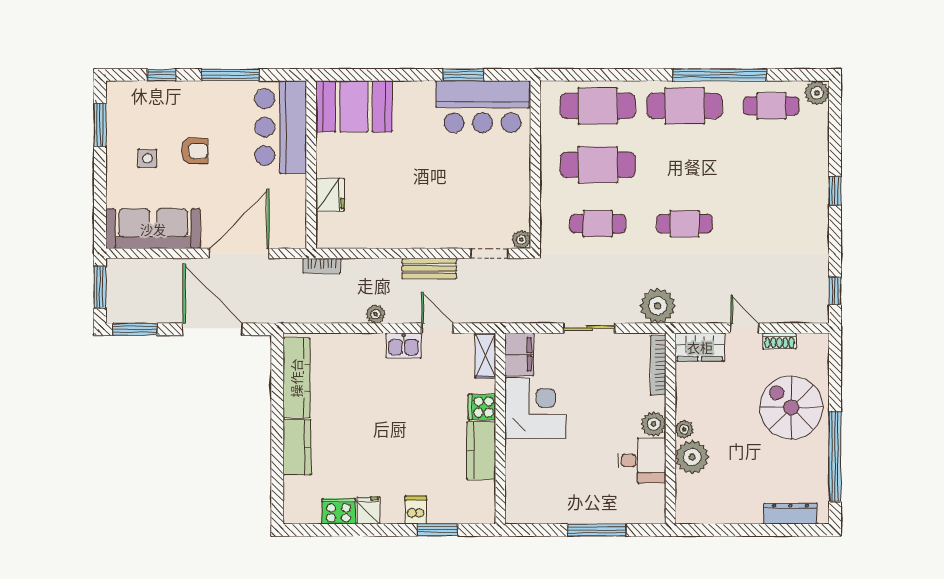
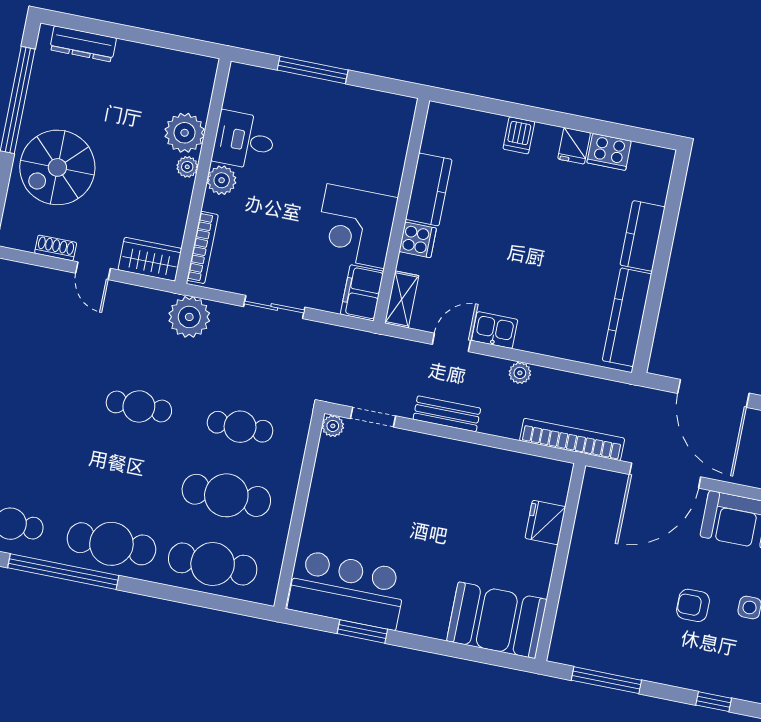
window: (230, 75) -> (606, 680), moved
bar counter: (281, 127) -> (587, 613), removed
bookcase: (322, 266) -> (572, 439), width x2.31, depth x1.31
door: (437, 328) -> (451, 342), swing flipped
spiral stairs: (791, 407) -> (57, 167), turned 90
window: (437, 530) -> (498, 107), removed

